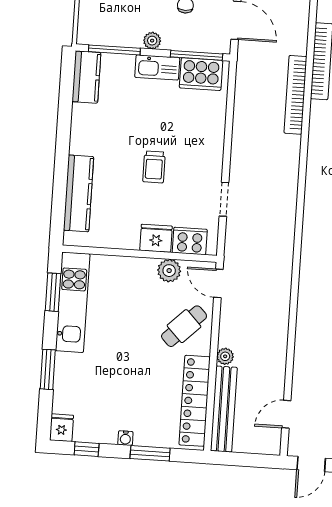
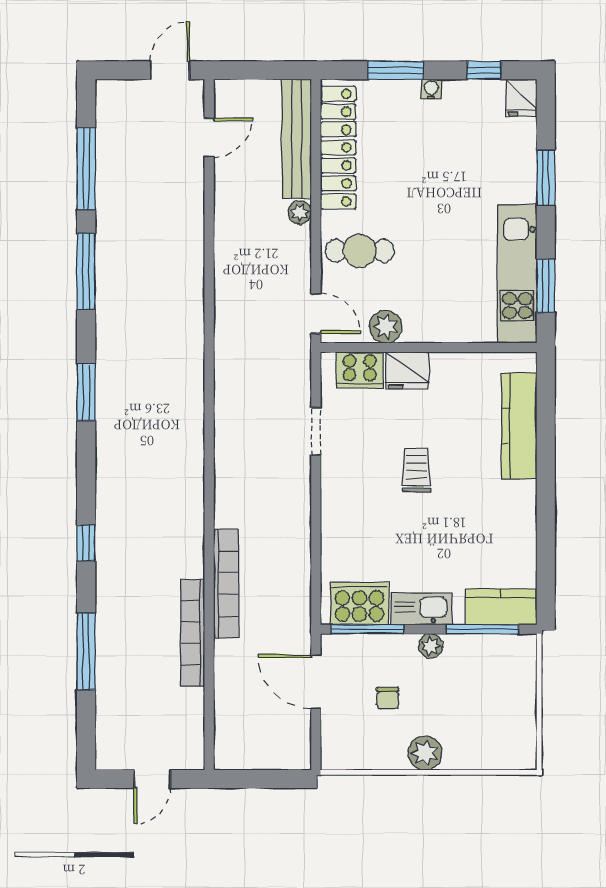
kitchen counter: (86, 77) -> (501, 607), moved, turned 90
cafe table: (184, 326) -> (360, 251), turned 44

